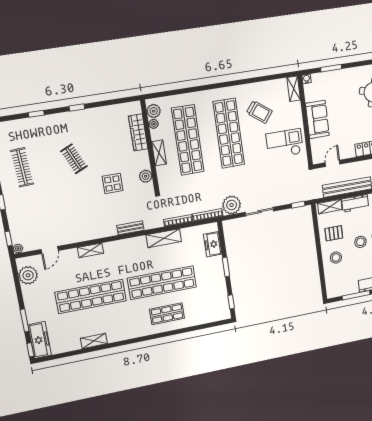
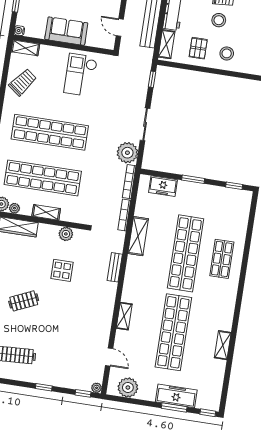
trolley: (259, 112) -> (23, 82), moved
freezer: (40, 340) -> (176, 396), moved

